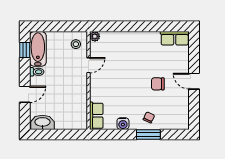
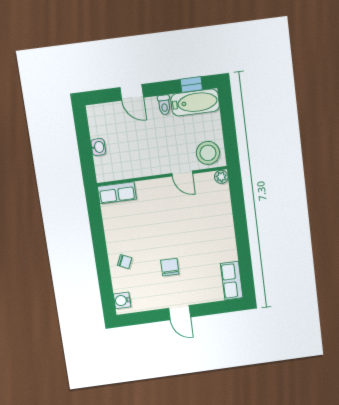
stool: (76, 44) -> (208, 153), width x1.89, depth x1.89
door: (194, 81) -> (180, 313), swing flipped
washbasin: (42, 122) -> (98, 147), moved, width x0.52, depth x0.69
water cooler: (123, 124) -> (122, 300), moved
window: (148, 134) -> (102, 264), removed

